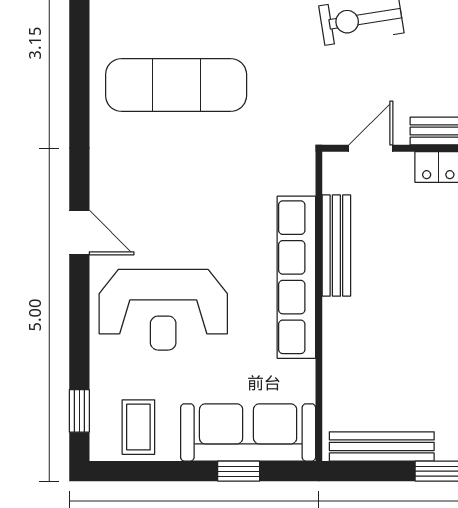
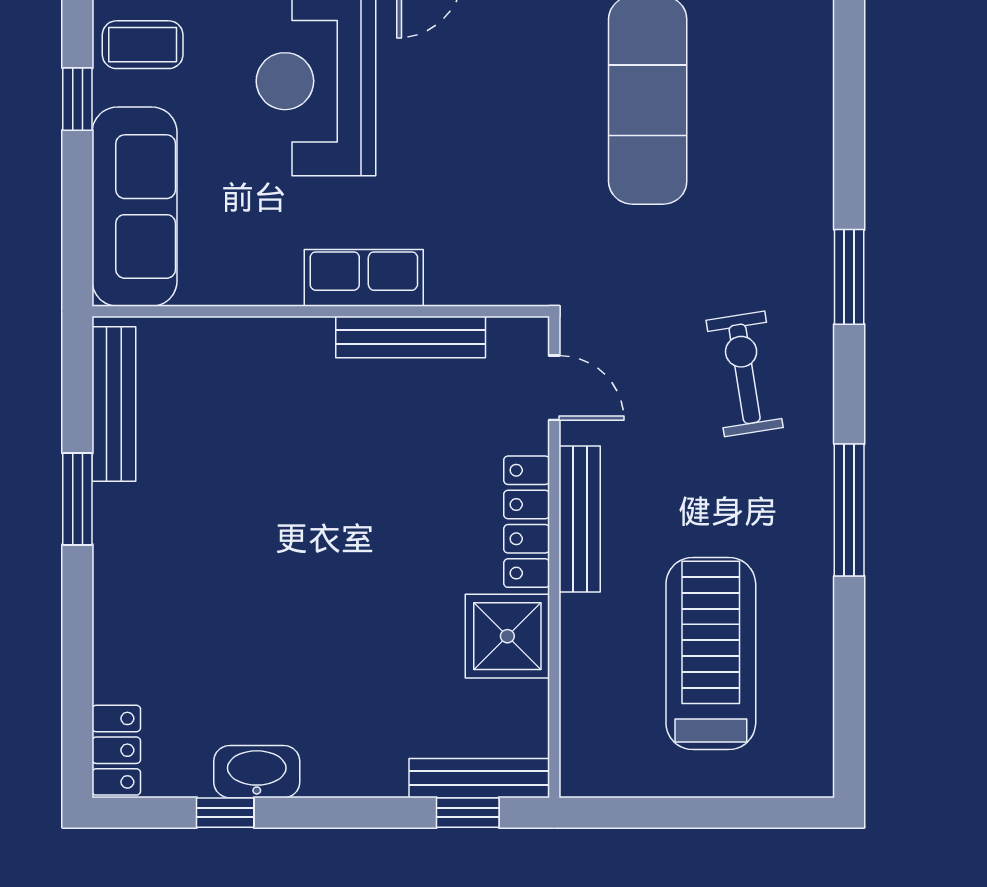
row of seats: (296, 277) -> (364, 278), width x0.50
window: (239, 471) -> (77, 99), moved

